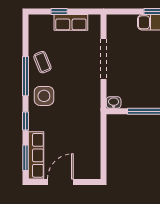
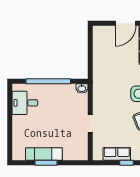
doorway: (103, 59) -> (90, 124), width x0.53

